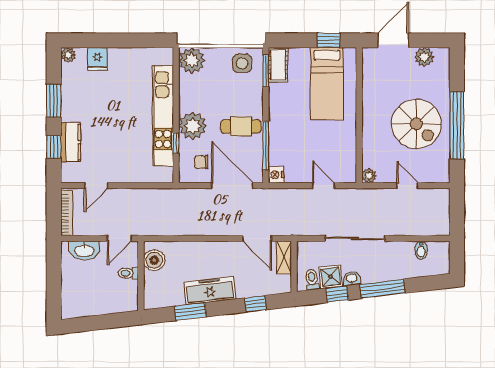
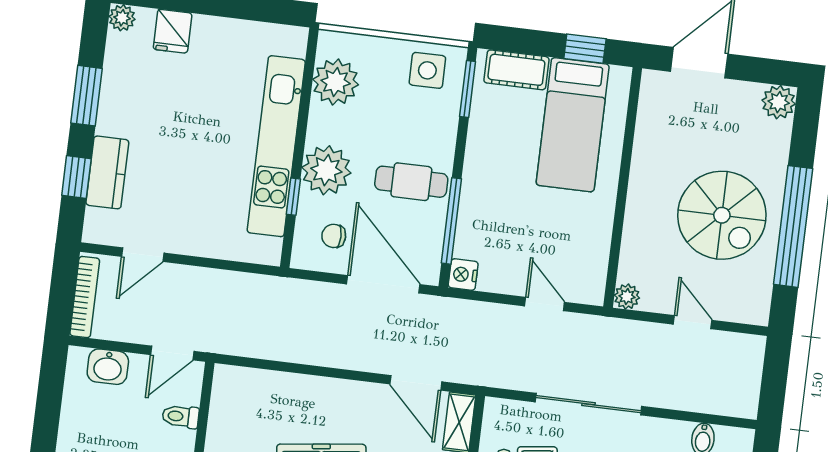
plant: (424, 57) -> (779, 102), moved
plant: (192, 60) -> (336, 82), moved
cot: (278, 65) -> (516, 70), moved, turned 90
washbasin: (84, 250) -> (108, 367), width x0.72
boiler: (154, 260) -> (229, 399), removed

